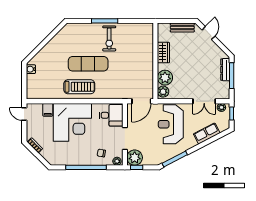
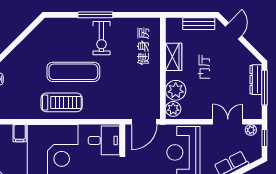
double door: (204, 101) -> (228, 122), swing flipped

